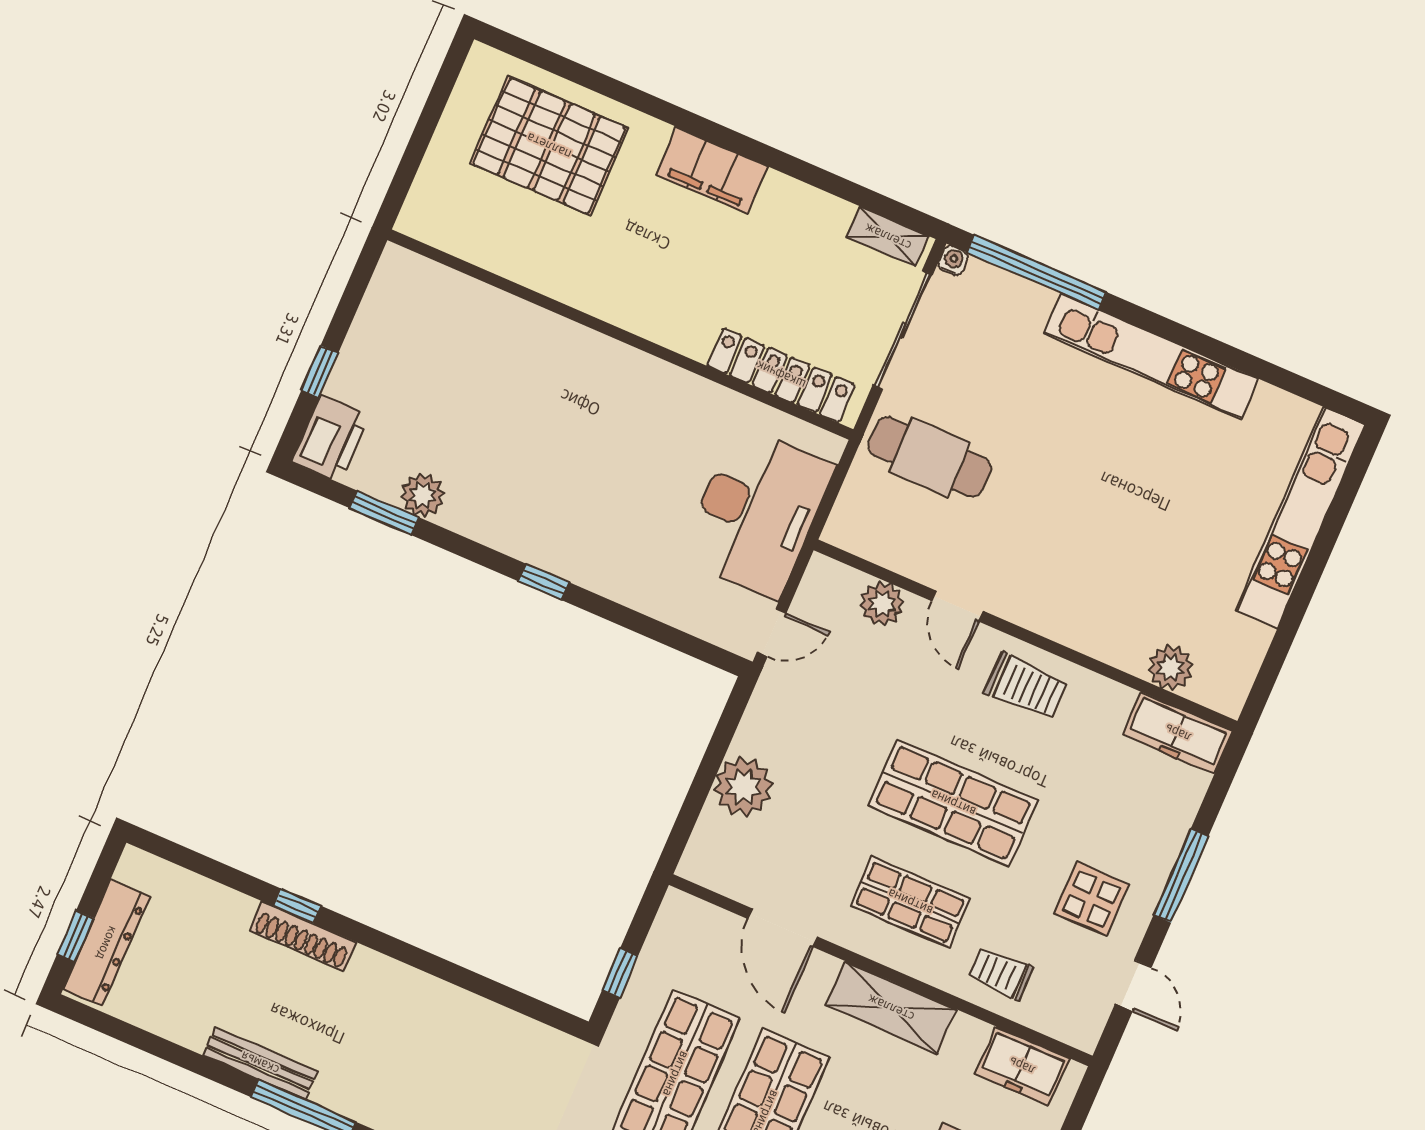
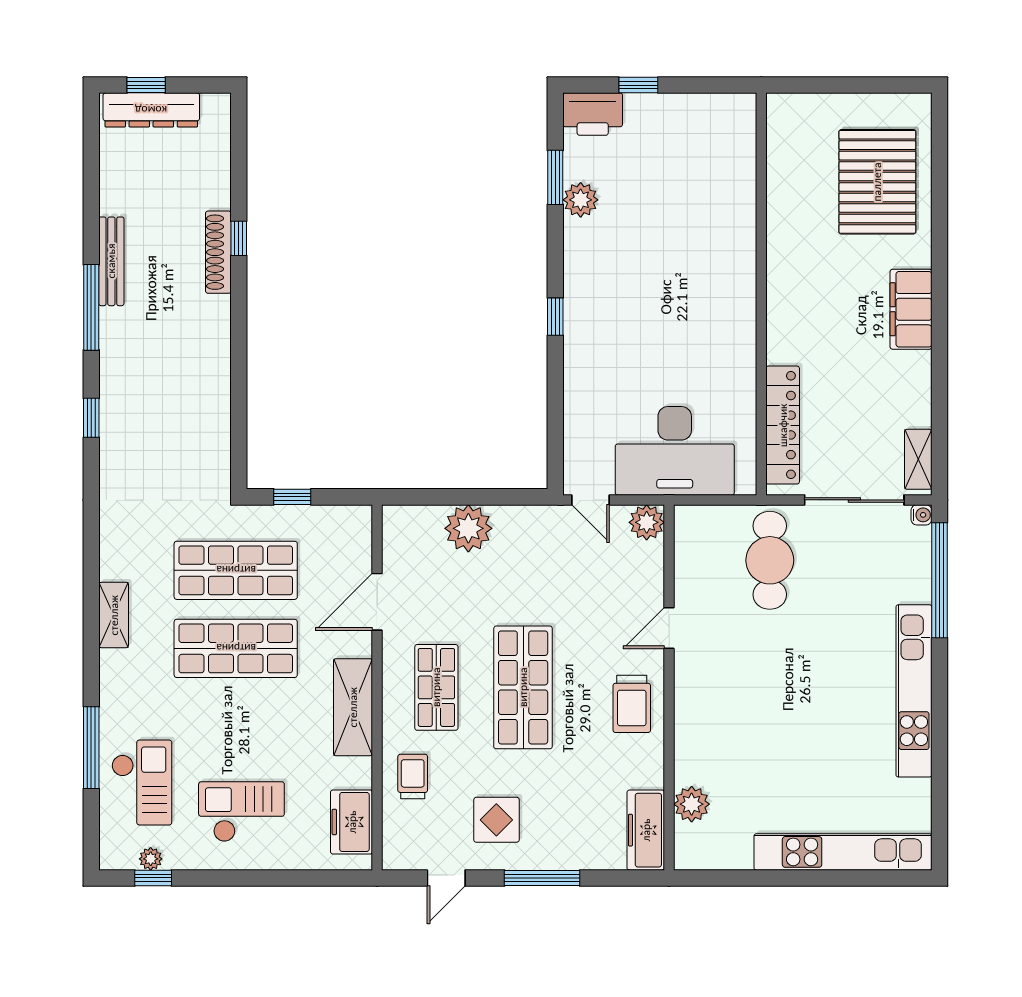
plant: (882, 604) -> (647, 522), moved

